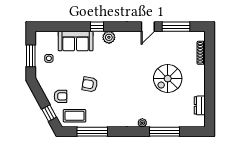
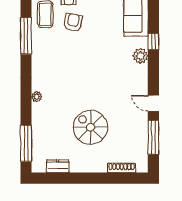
armchair: (90, 84) -> (73, 22), moved
window: (165, 132) -> (26, 143), moved

